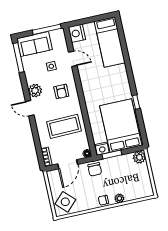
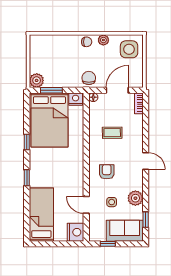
window: (47, 29) -> (108, 244), width x0.46
window: (19, 58) -> (146, 220), width x0.46
window: (129, 71) -> (27, 178), added
plant: (35, 91) -> (135, 198), moved
coffee table: (64, 126) -> (112, 133), width x0.54, depth x0.58
window: (112, 154) -> (51, 90), moved
plant: (119, 198) -> (103, 40), moved
side table: (65, 202) -> (129, 49), turned 45

